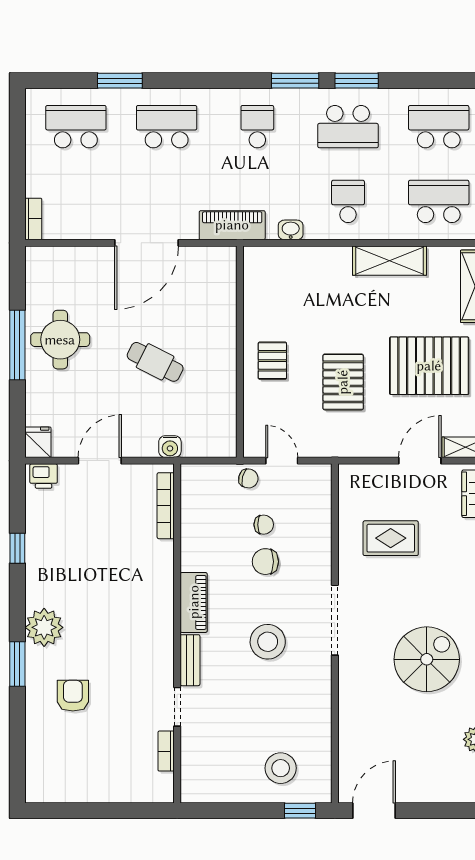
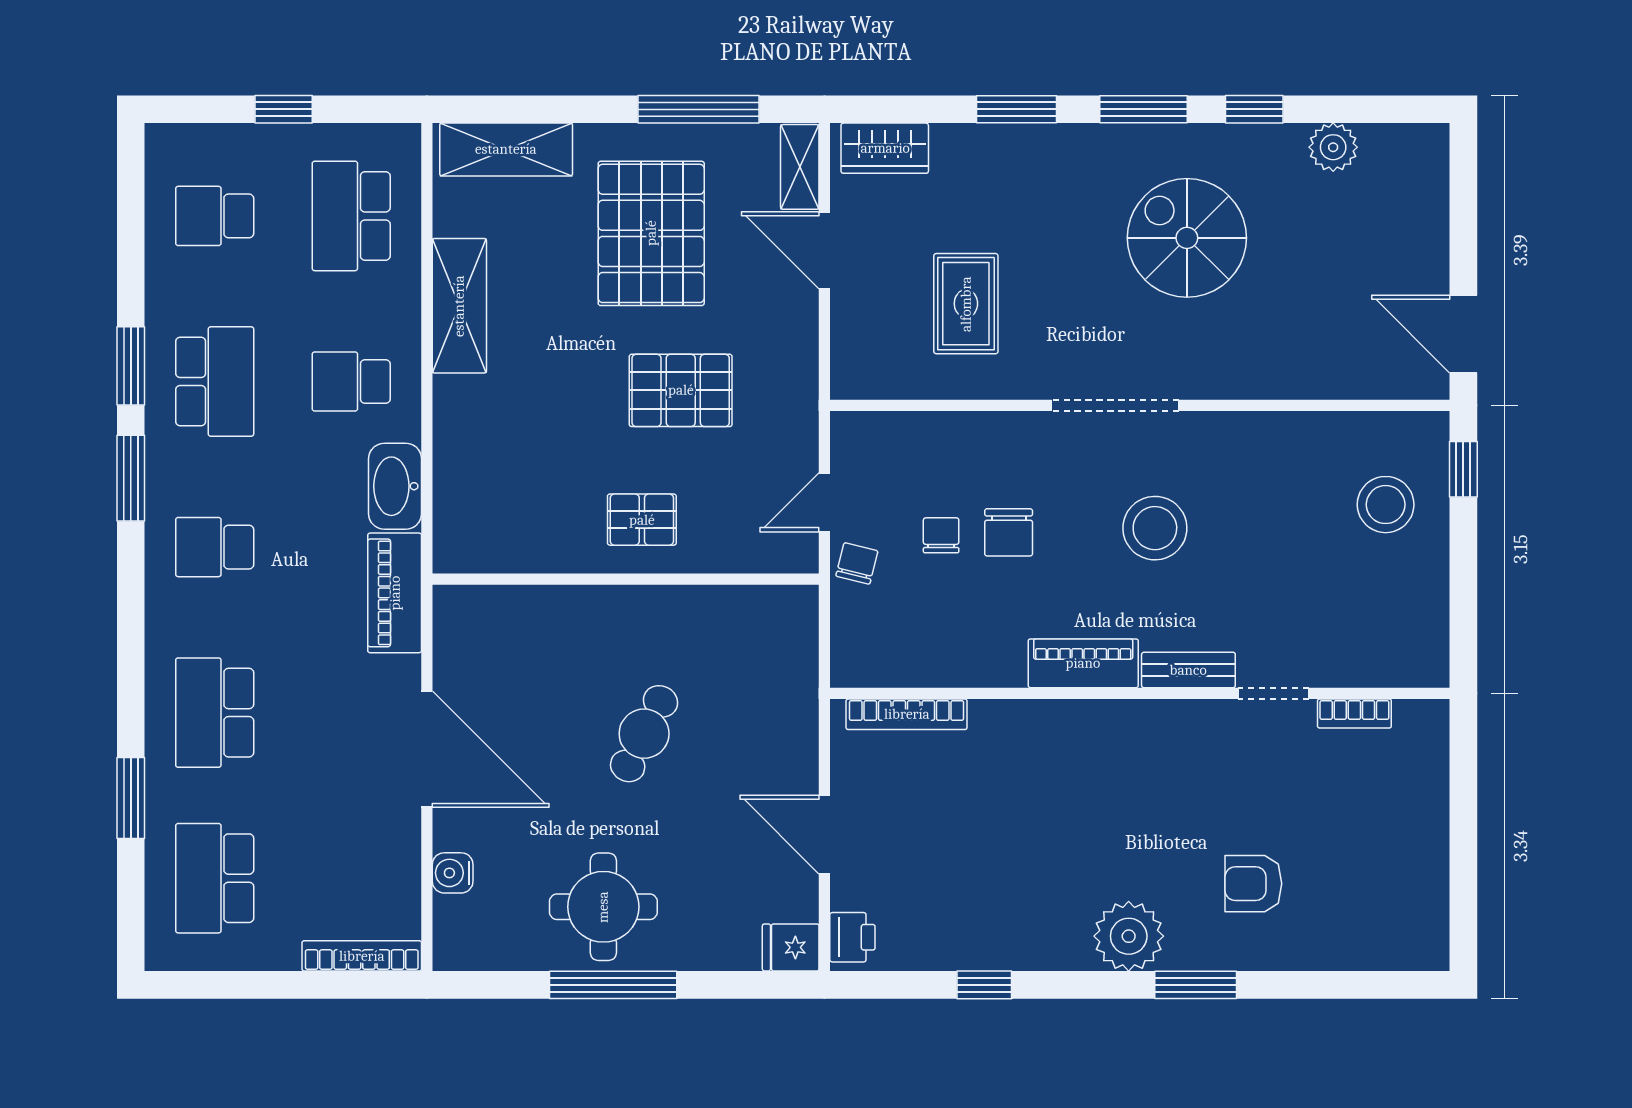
school desk: (439, 127) -> (215, 216), width x0.54
bookcase: (33, 219) -> (362, 956), width x1.56
washbasin: (291, 230) -> (395, 486), width x1.91, depth x1.45
water cooler: (170, 447) -> (453, 873), moved, turned 180

